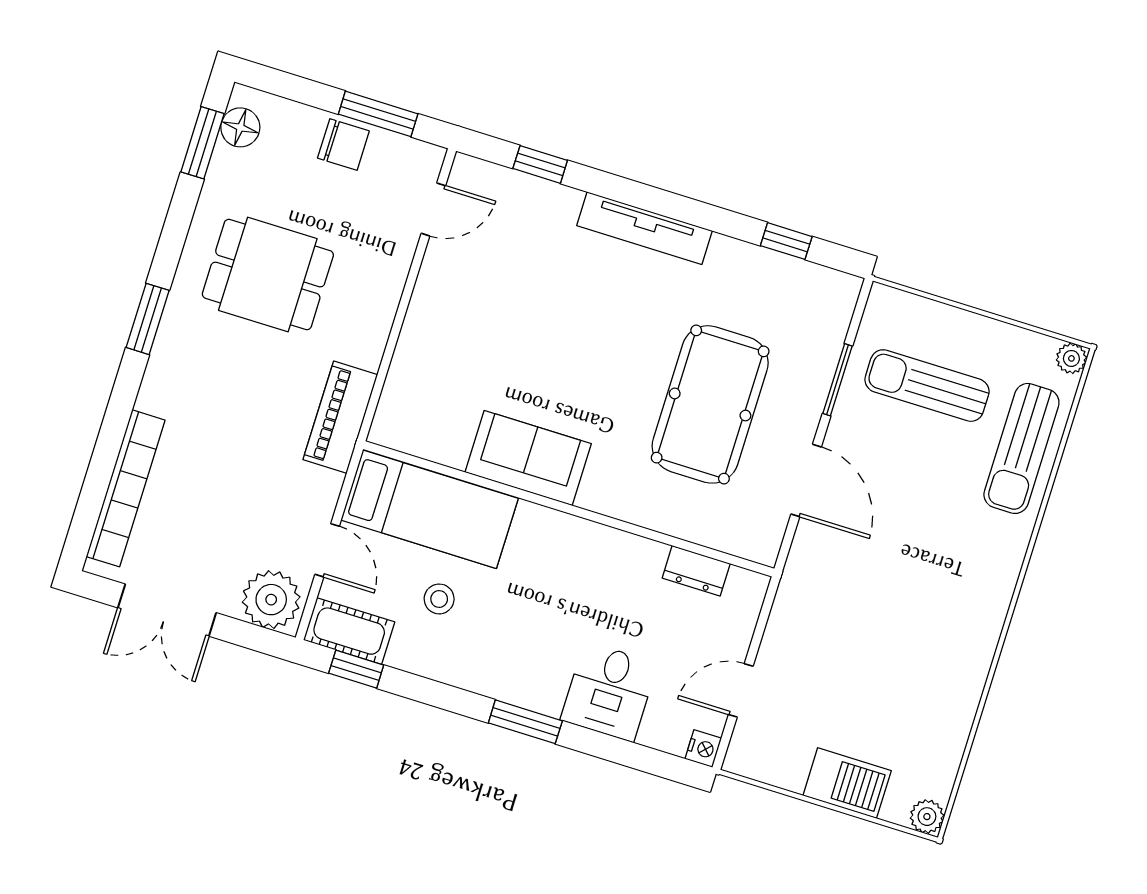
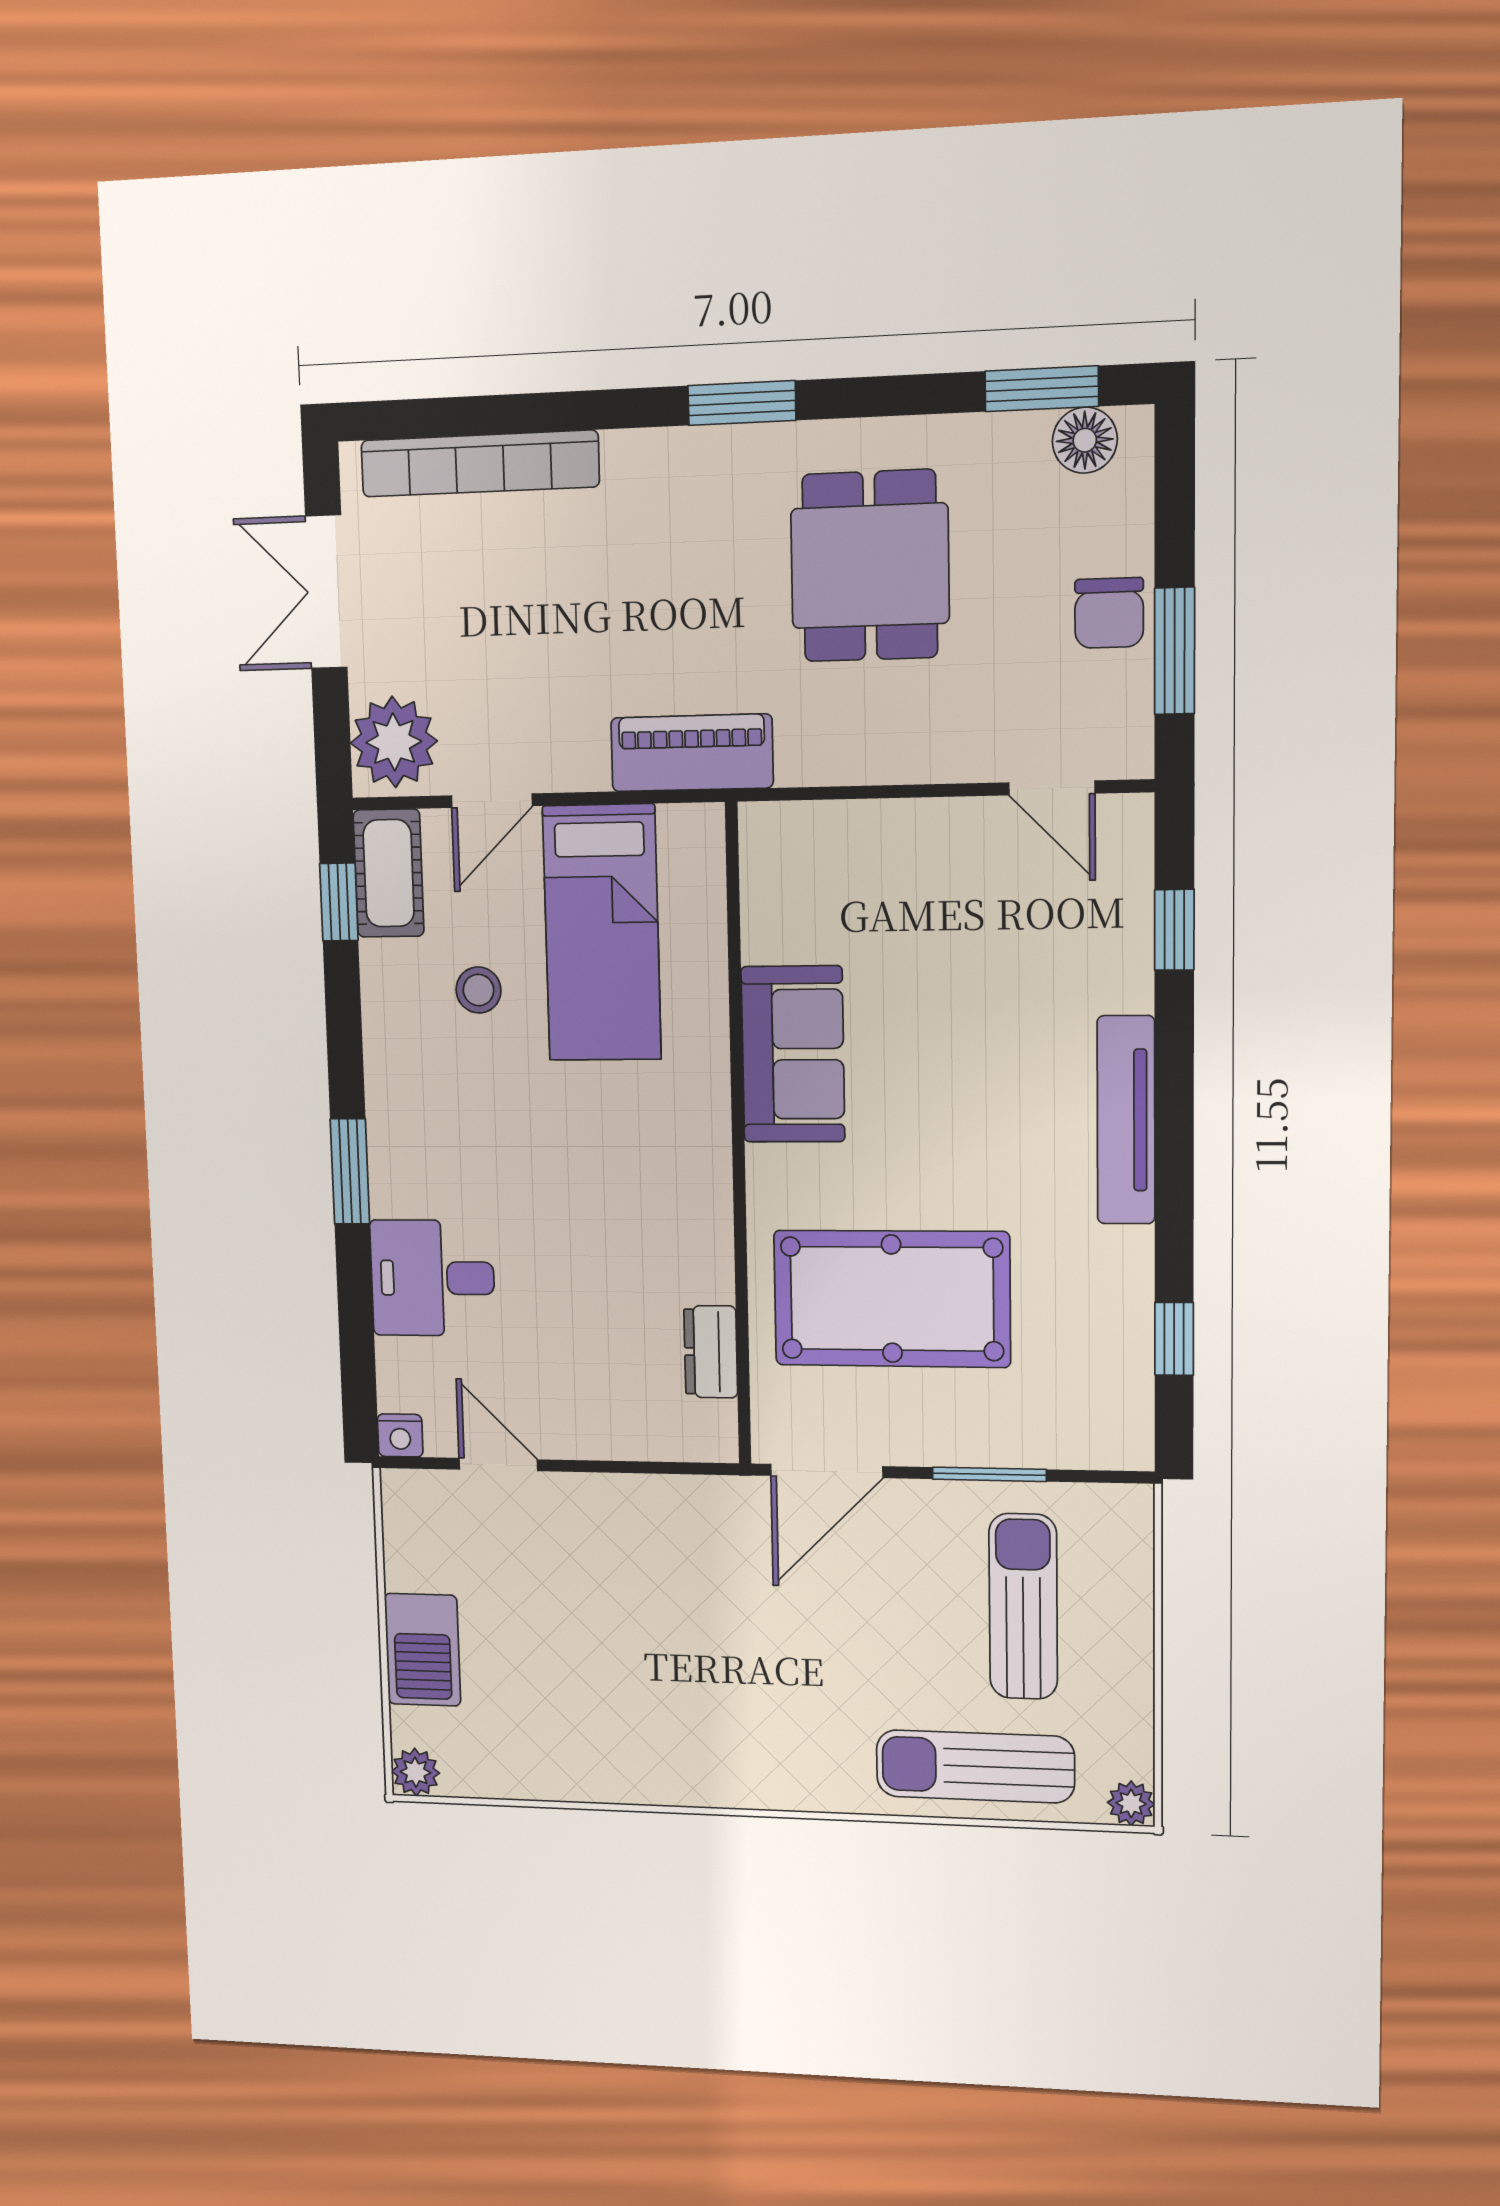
sofa: (528, 458) -> (793, 1054), moved
wall: (569, 509) -> (738, 1138), moved
dresser: (696, 571) -> (711, 1352), moved

